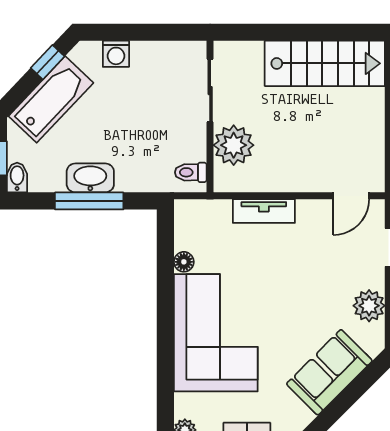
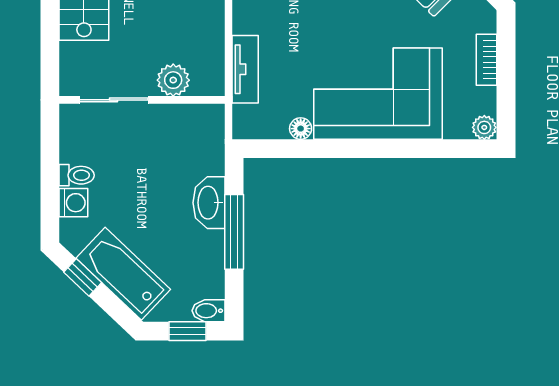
plant: (234, 145) -> (173, 80), width x0.73, depth x0.73
toilet: (191, 172) -> (77, 175), moved, turned -90
washbasin: (90, 178) -> (209, 203), moved
tv unit: (264, 211) -> (245, 69), moved

